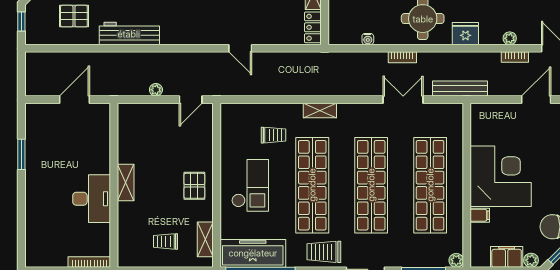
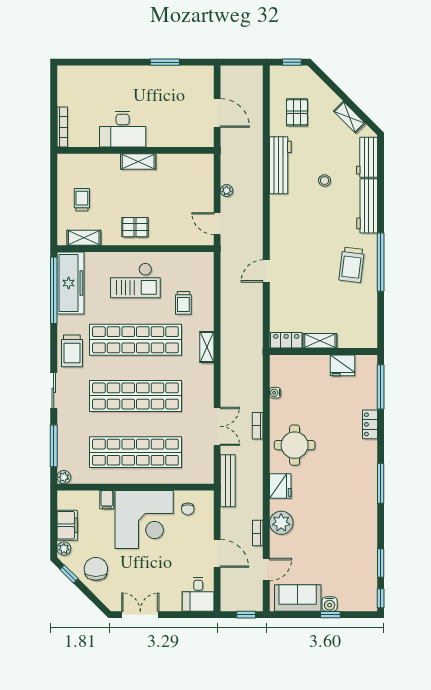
plant: (510, 38) -> (281, 523), width x1.88, depth x1.88
chair: (490, 130) -> (188, 509), added
trolley: (324, 252) -> (72, 351), turned 180

